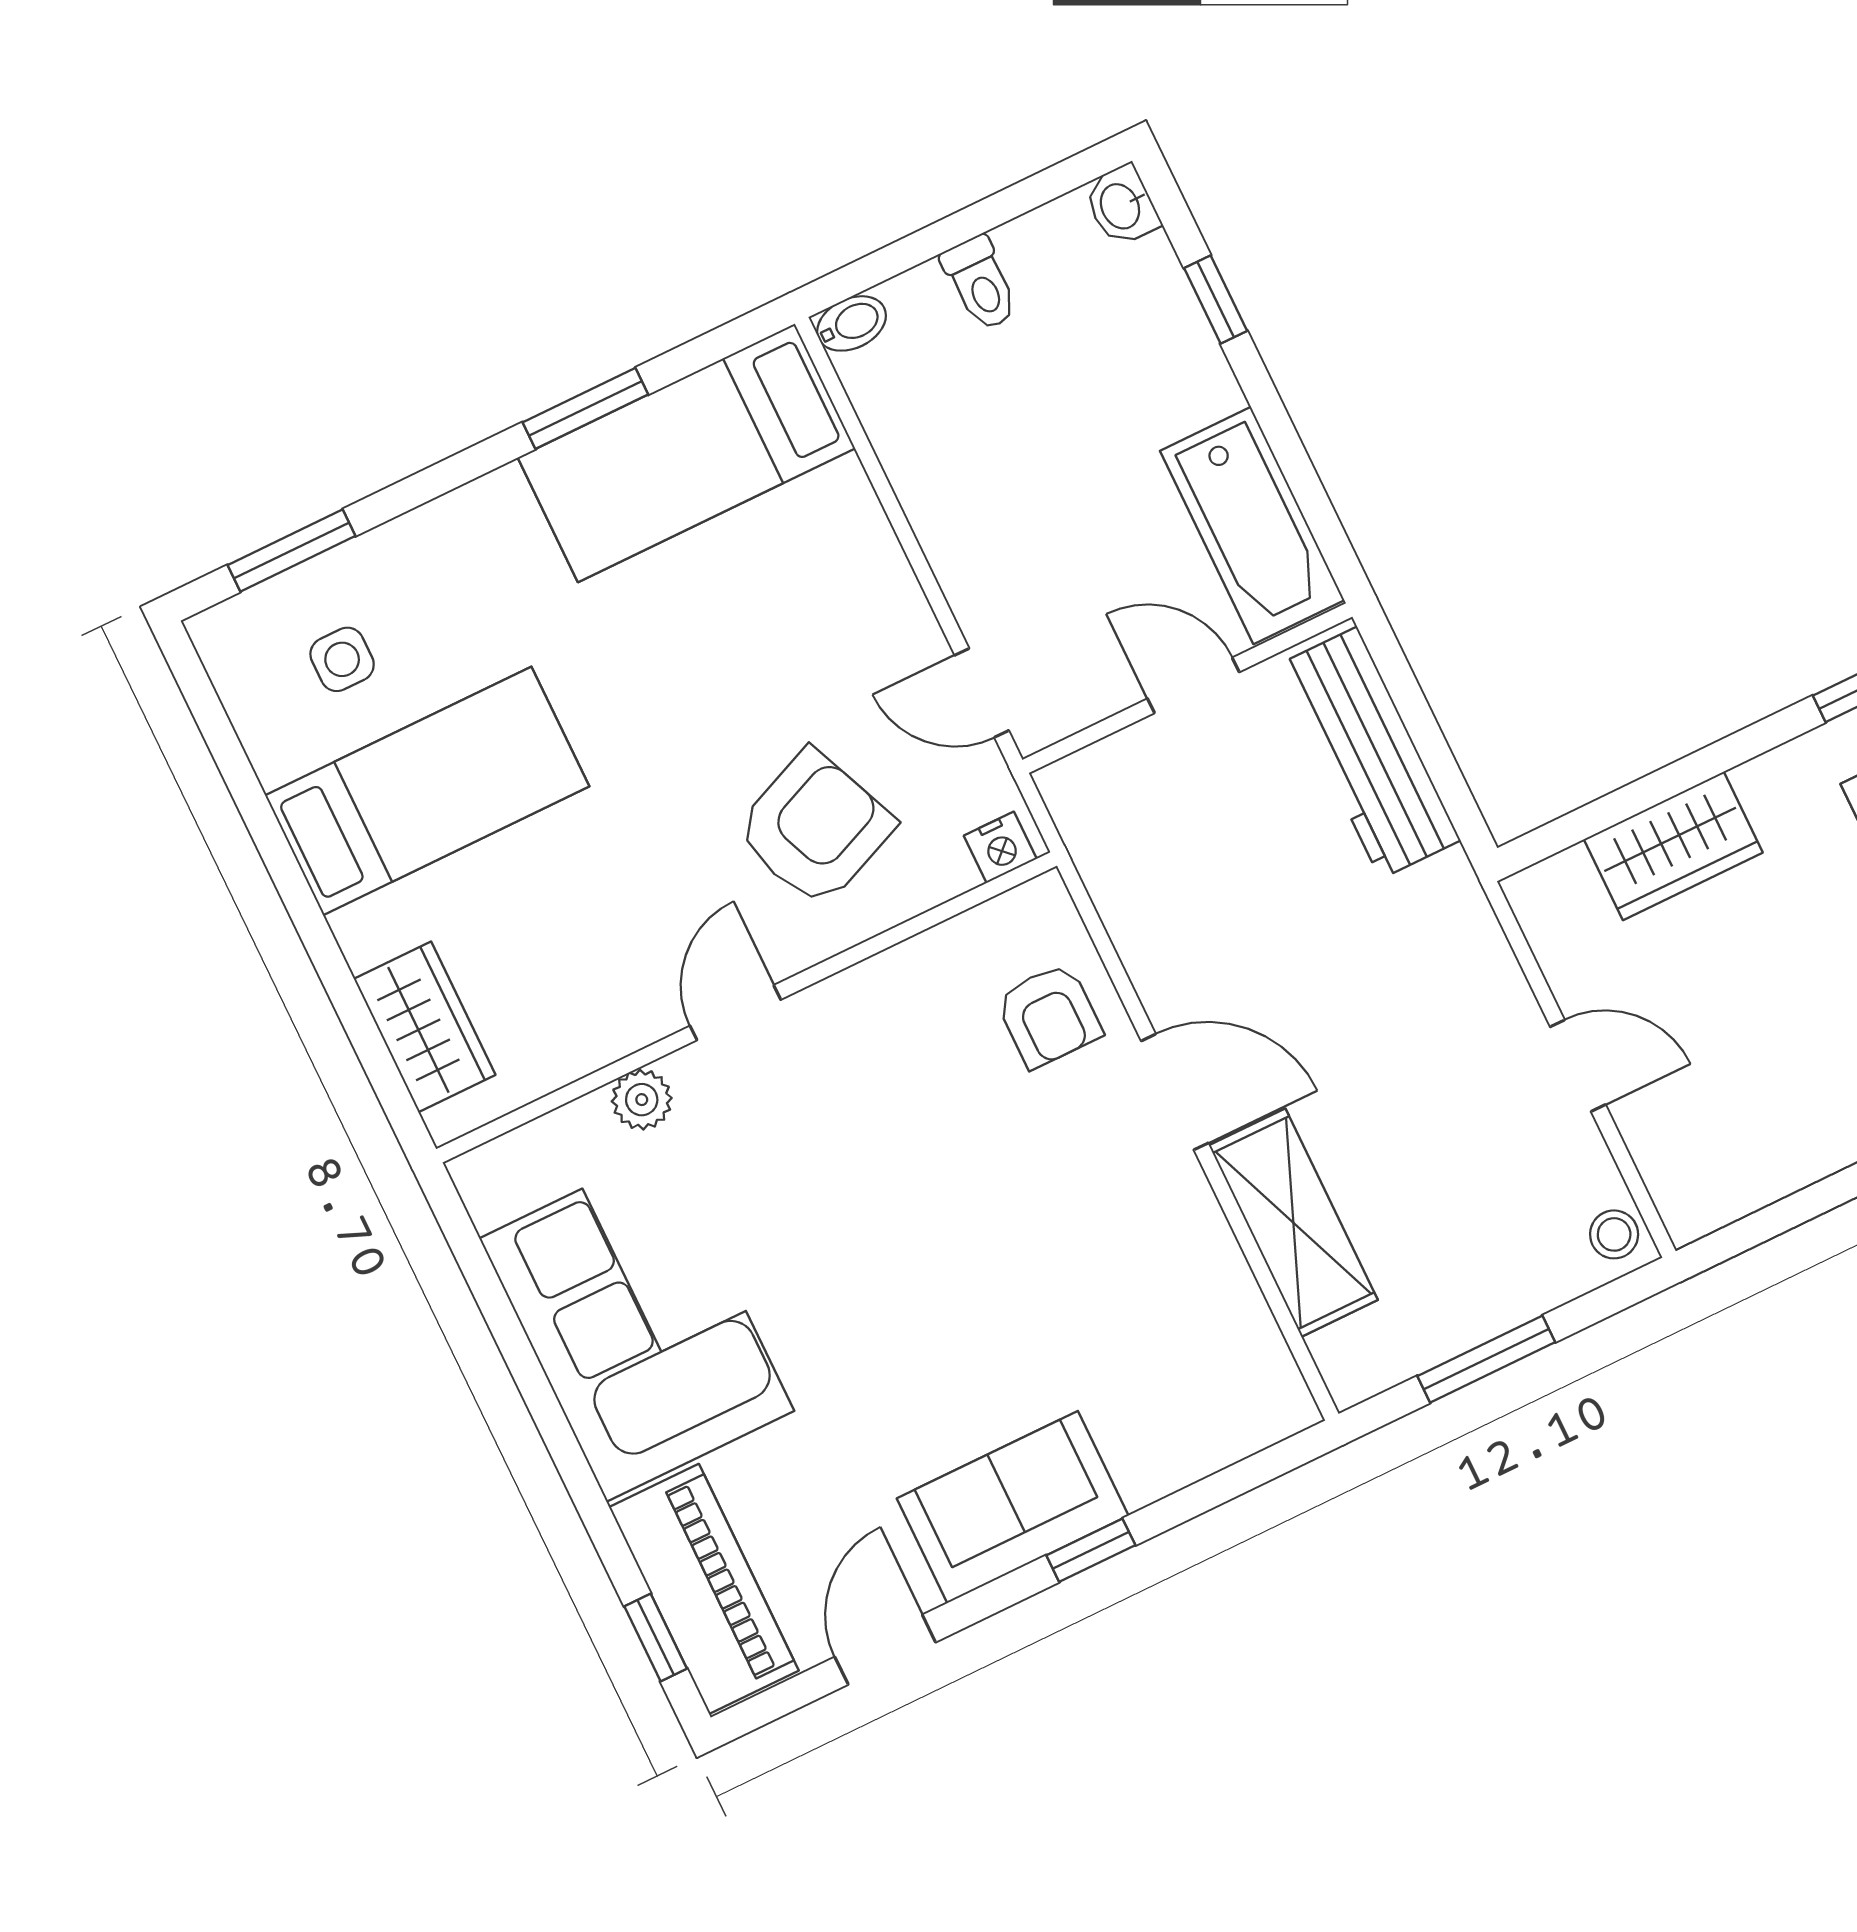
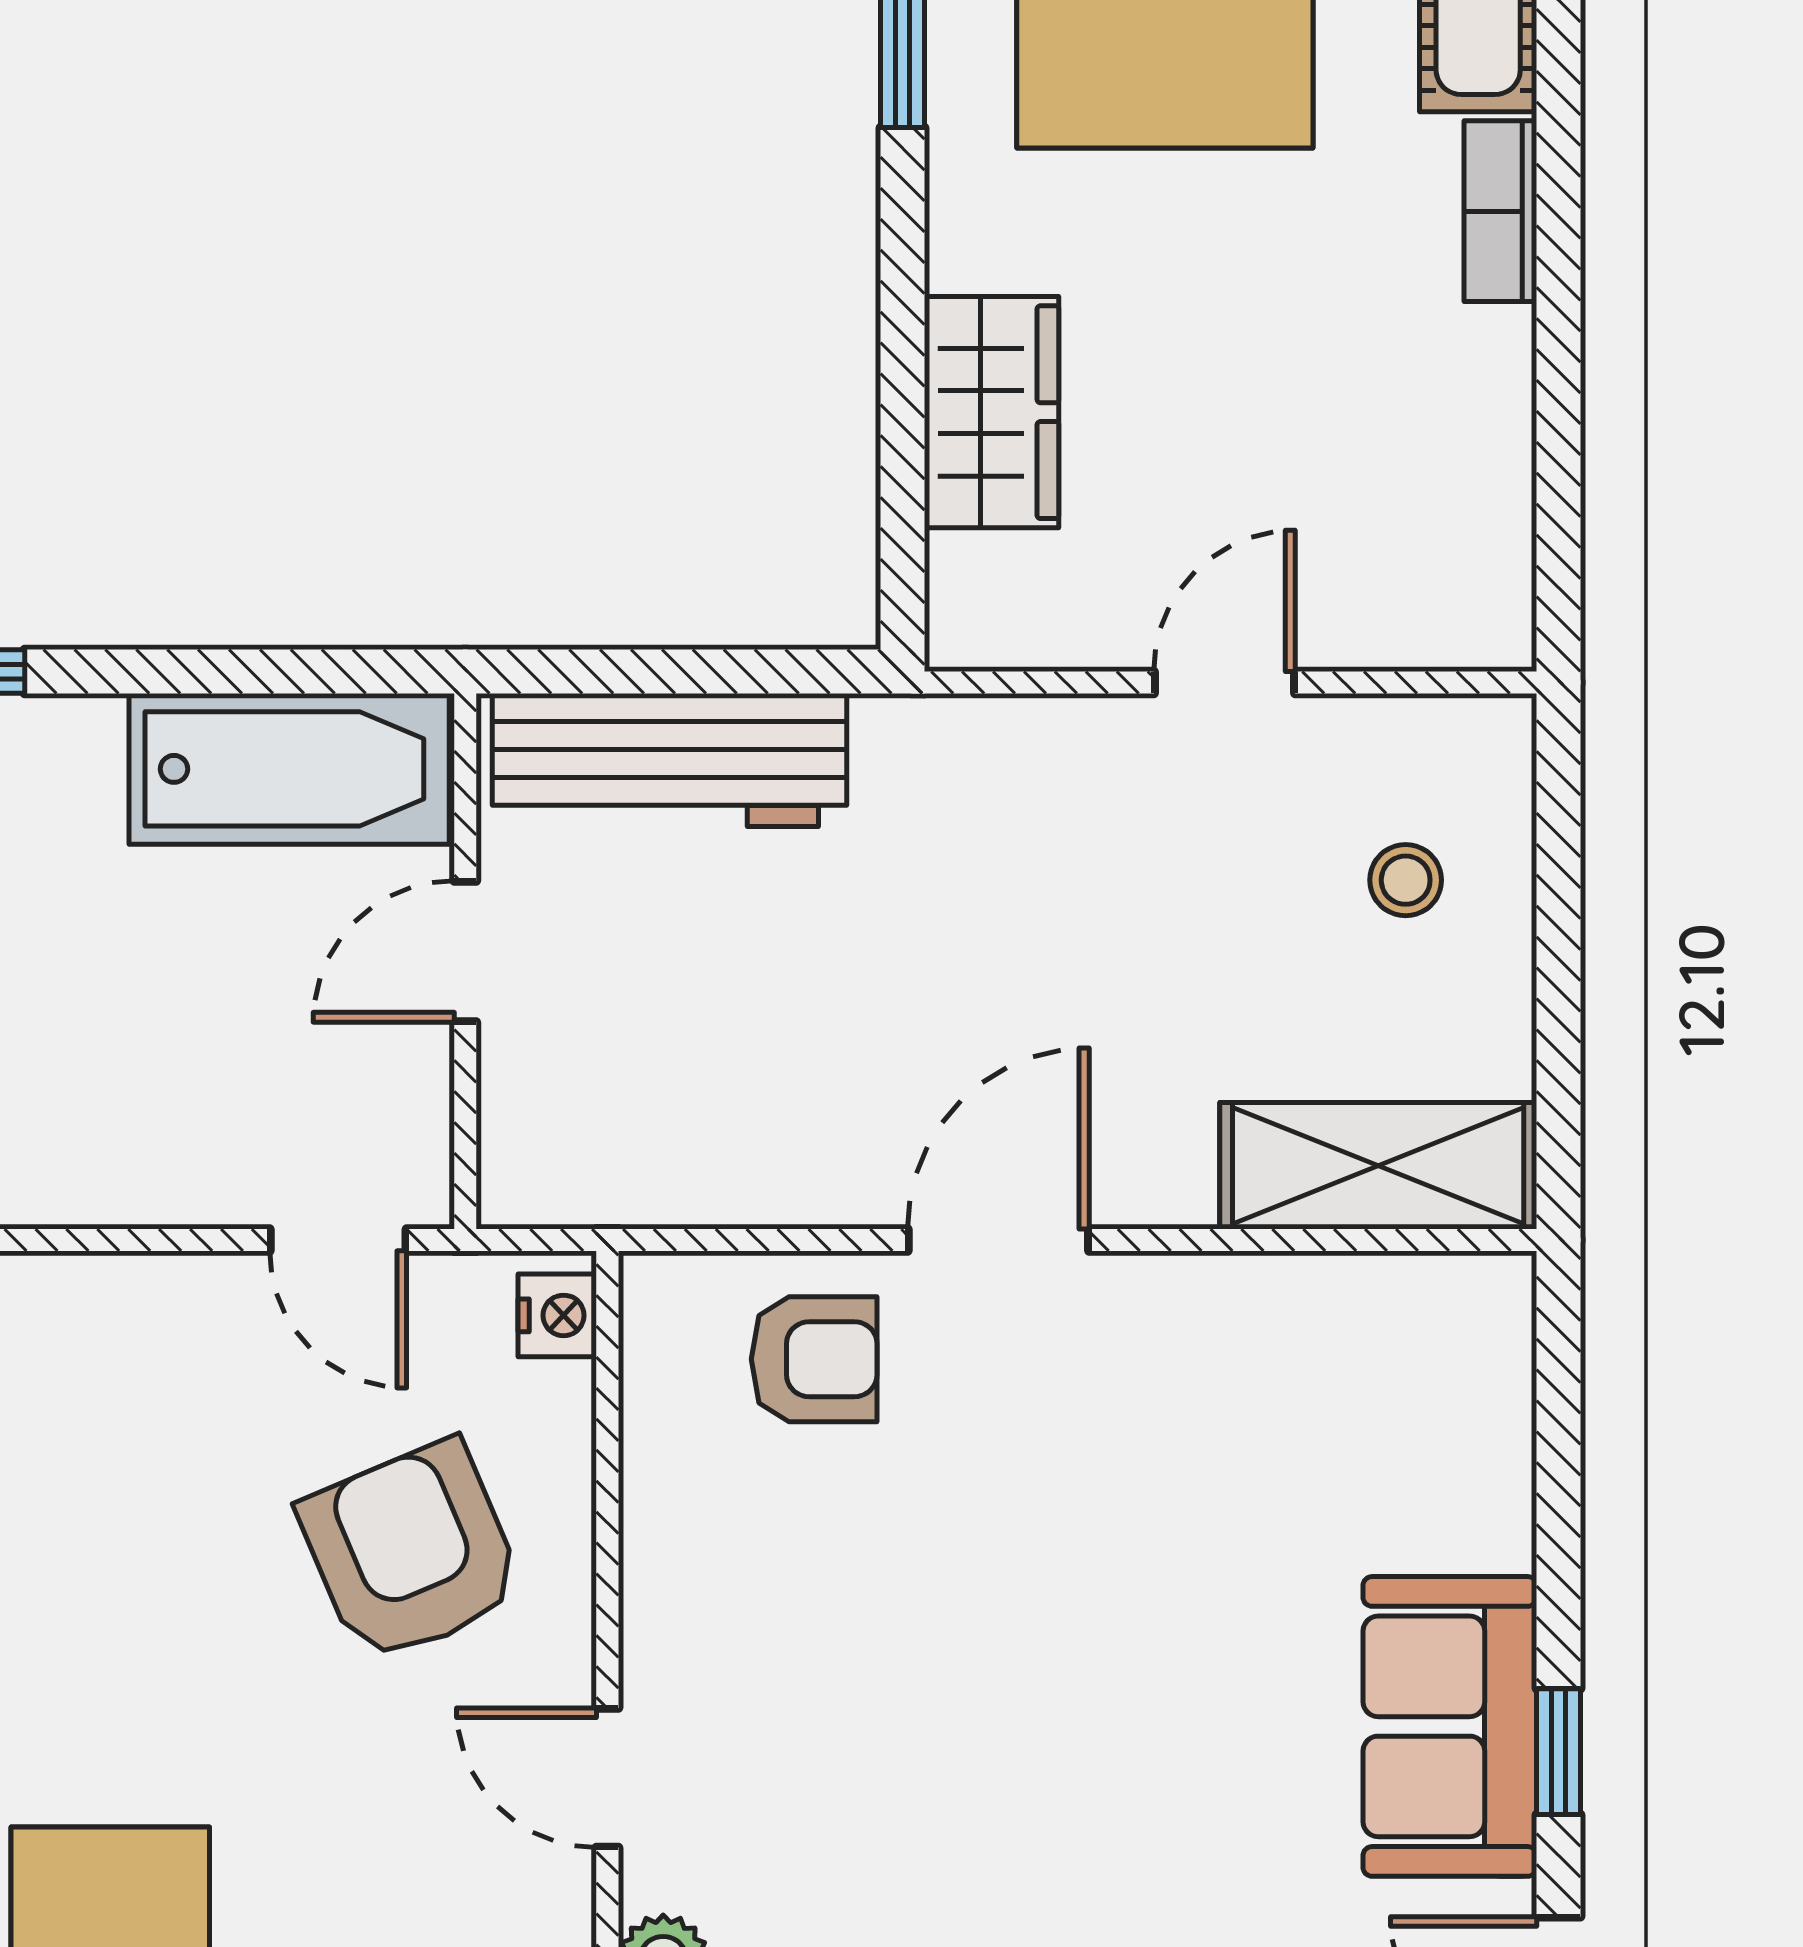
door: (982, 693) -> (338, 1240), hinge flipped
shelving: (1293, 1223) -> (1378, 1166), moved
stool: (1614, 1234) -> (1406, 880), moved
window: (1486, 1359) -> (1558, 995), removed
window: (1091, 1550) -> (1558, 1752), moved

